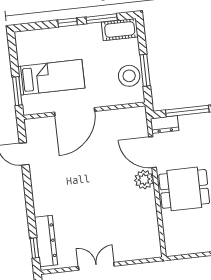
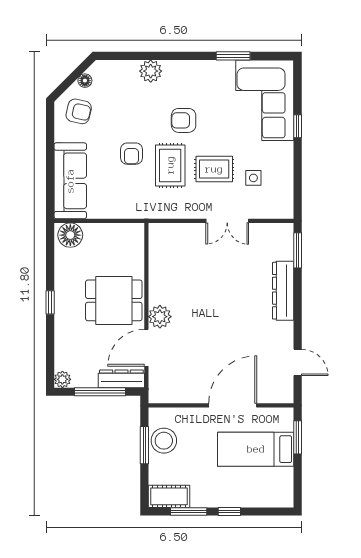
dresser: (165, 124) -> (121, 379), width x1.44
door: (152, 152) -> (146, 348), swing flipped
dresser: (46, 241) -> (283, 291), moved
window: (35, 248) -> (298, 250), width x1.50

